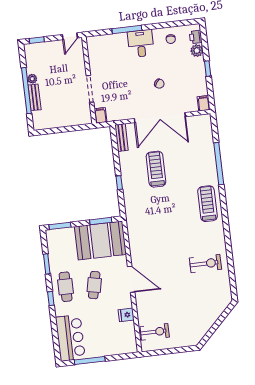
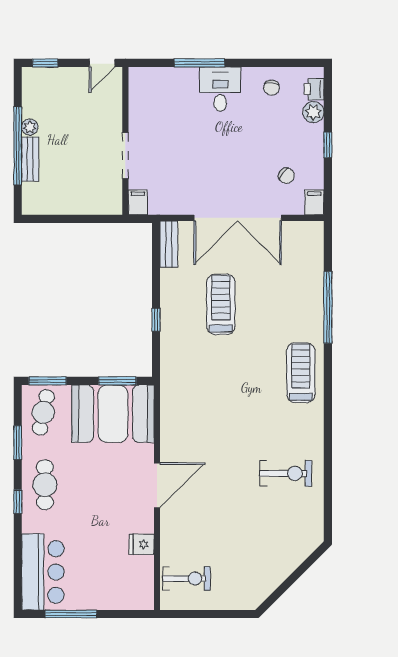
chair: (159, 84) -> (286, 176), moved
door: (131, 279) -> (157, 485), hinge flipped
cafe table: (94, 285) -> (43, 412), moved

